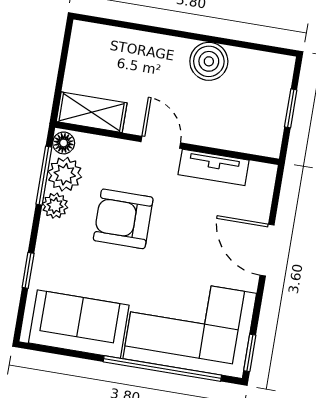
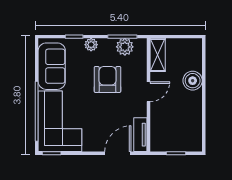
boiler: (209, 61) -> (193, 81), moved
floor lamp: (64, 143) -> (140, 44), removed
tv unit: (214, 167) -> (140, 135), moved
plant: (55, 206) -> (91, 45), moved
door: (267, 250) -> (118, 153), moved

